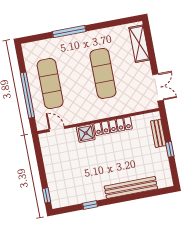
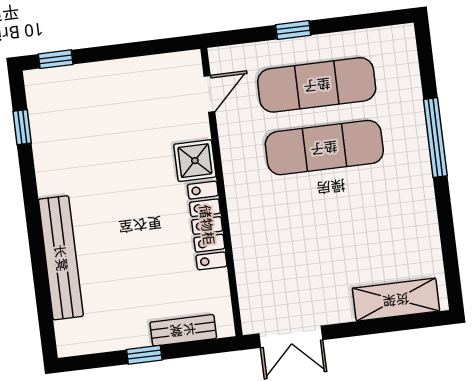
exercise mat: (103, 73) -> (324, 148), moved
window: (27, 95) -> (293, 30), width x0.32
window: (90, 205) -> (22, 127), moved

